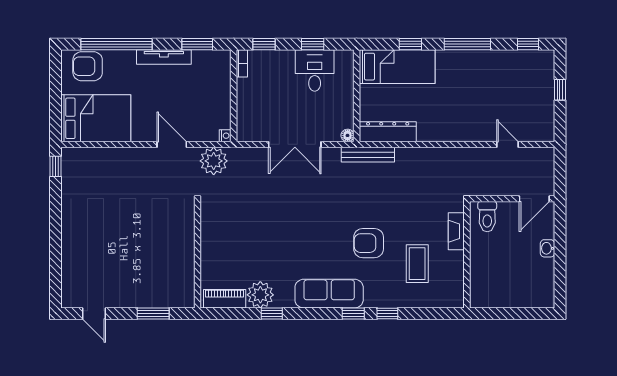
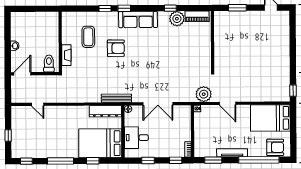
bed: (397, 67) -> (100, 143), width x1.50
desk: (315, 70) -> (136, 138), moved, turned 90
double door: (295, 144) -> (158, 104), swing flipped

